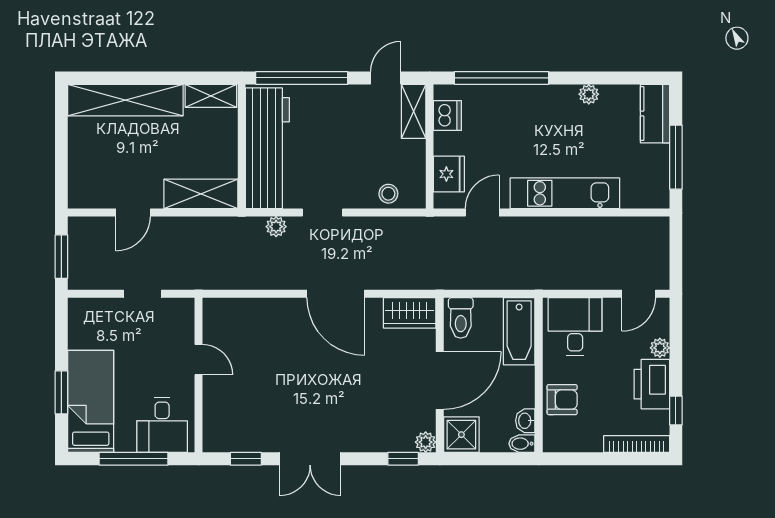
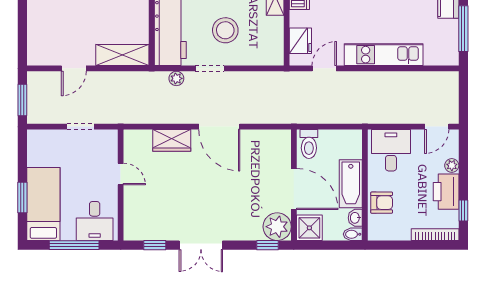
stool: (388, 194) -> (225, 30), moved, width x1.89, depth x1.89
wardrobe: (410, 313) -> (172, 140), moved
bathtub: (519, 331) -> (351, 184), moved
door: (440, 381) -> (294, 189), hinge flipped
plant: (426, 442) -> (277, 227), width x1.88, depth x1.88

